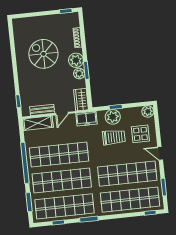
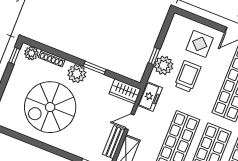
spiral stairs: (43, 54) -> (50, 107), width x1.37, depth x1.37
plant: (79, 74) -> (31, 53), moved
plant: (148, 111) -> (178, 22), removed
door: (62, 114) -> (130, 122), swing flipped

